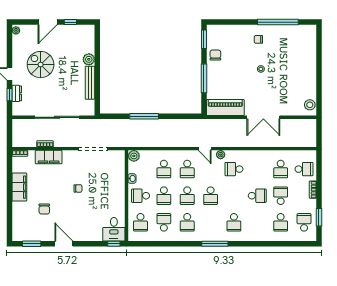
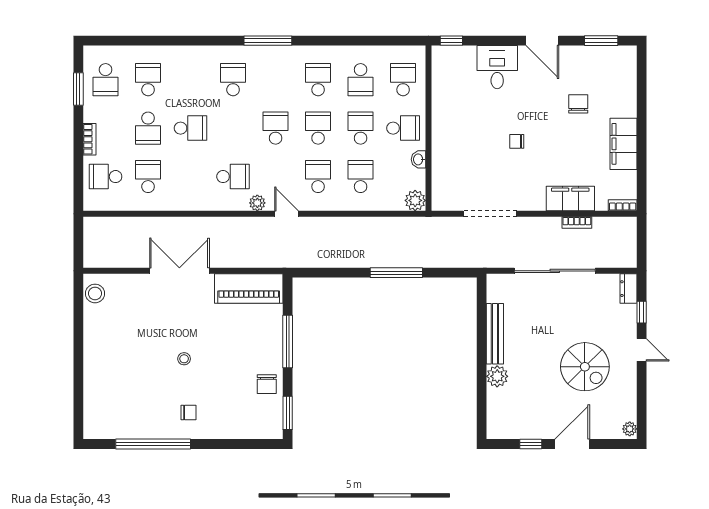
dresser: (17, 93) -> (628, 289), moved
school desk: (257, 196) -> (191, 128), turned 180
desk: (114, 229) -> (497, 67), moved

